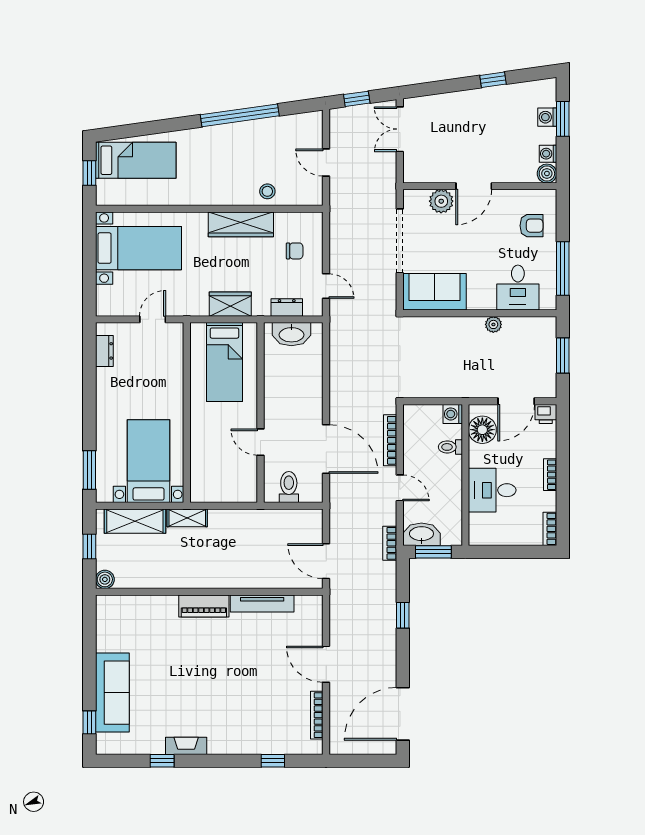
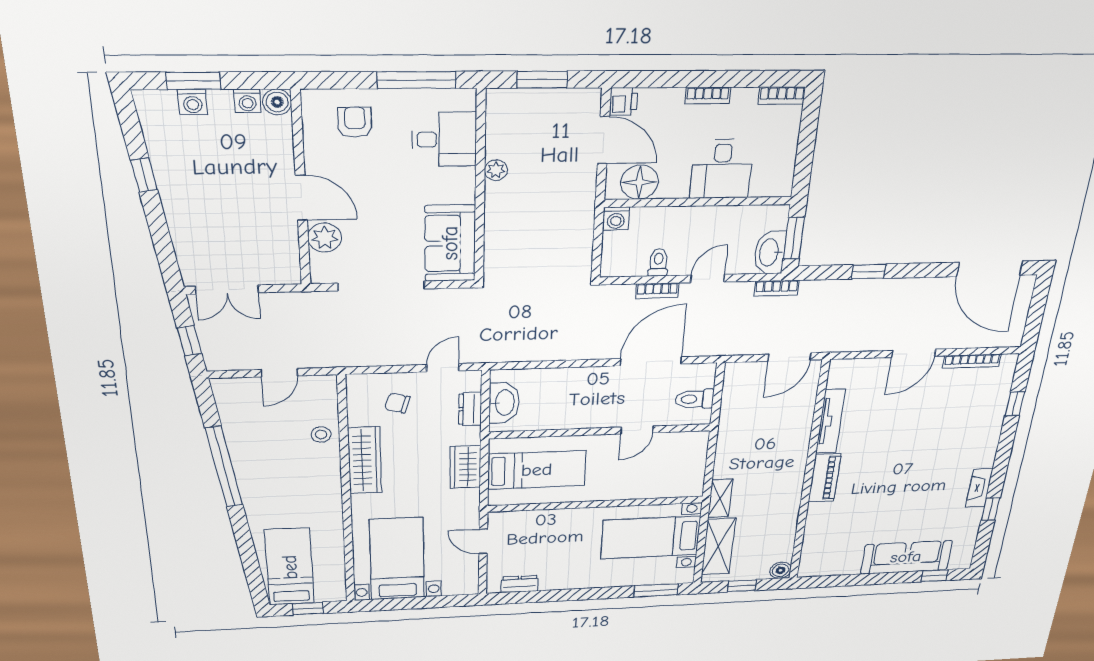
chair: (295, 251) -> (397, 403), turned -74
bookcase: (390, 440) -> (657, 291), width x0.64
toilet: (450, 447) -> (658, 263), moved, turned 180

